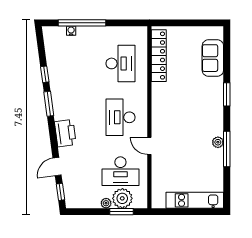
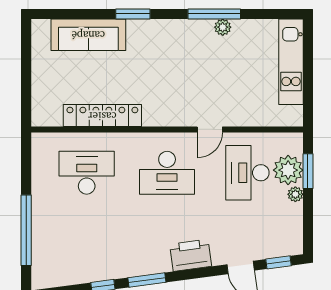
water cooler: (71, 31) -> (38, 247), removed
locker: (159, 56) -> (102, 116), moved
sofa: (213, 58) -> (88, 35), width x1.36
plant: (218, 142) -> (223, 27), moved
desk: (120, 171) -> (247, 173), turned 180

